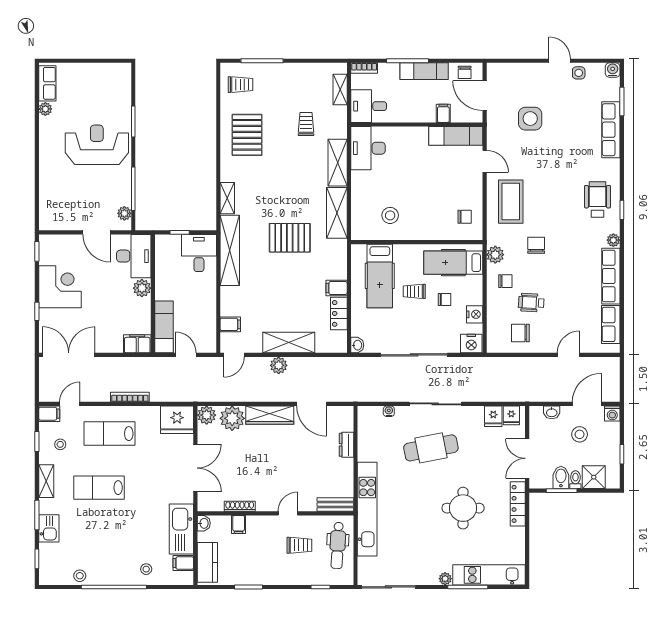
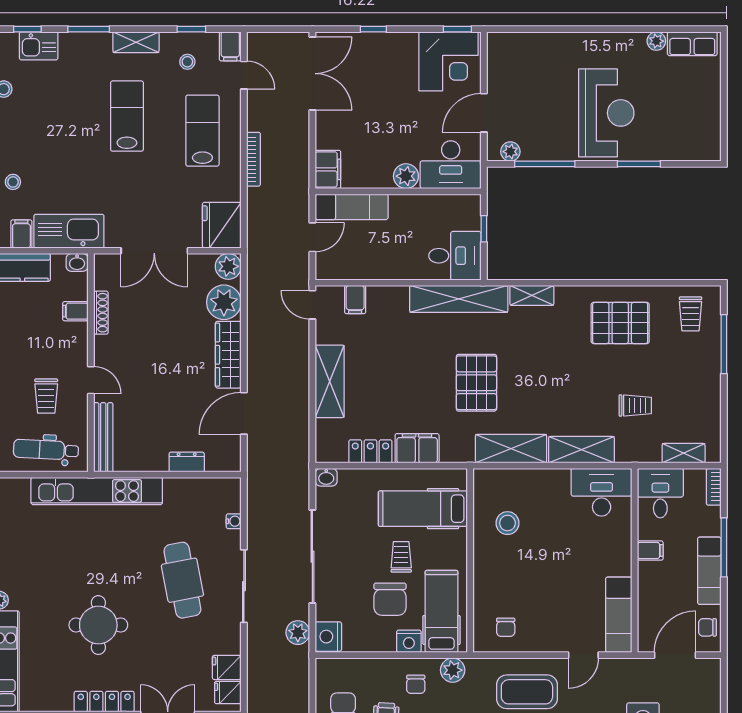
filing cabinet: (443, 113) -> (650, 551), moved
corner desk: (60, 287) -> (448, 61), moved
filing cabinet: (337, 288) -> (417, 448), width x2.00
chair: (445, 299) -> (390, 599), width x1.87, depth x1.87
nightstand: (475, 314) -> (409, 641), moved
plant: (279, 365) -> (298, 633), moved
bench: (335, 505) -> (103, 437), width x1.36
kitchen sink: (49, 528) -> (39, 46), moved

